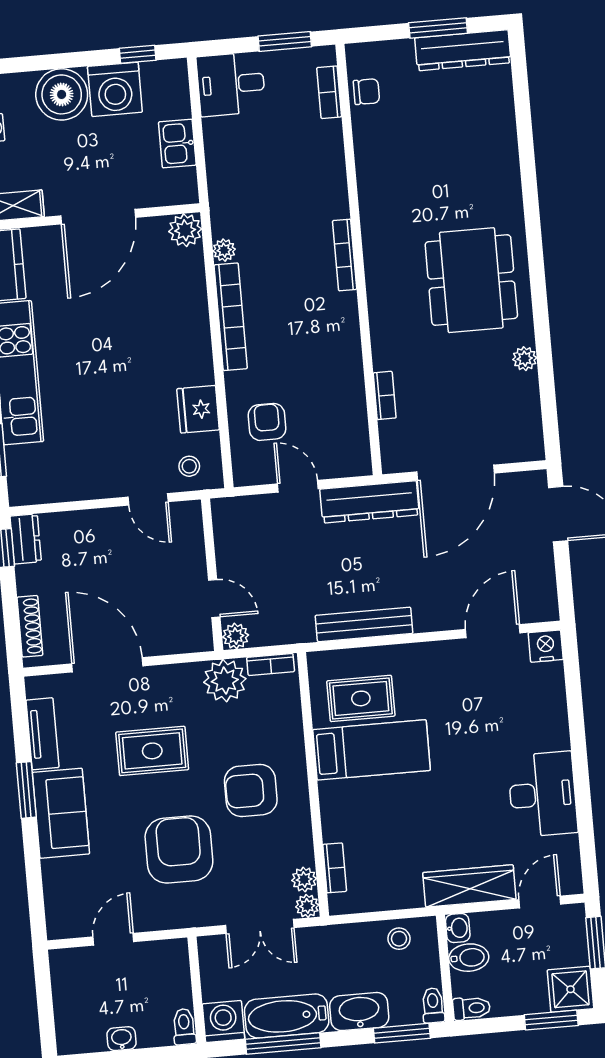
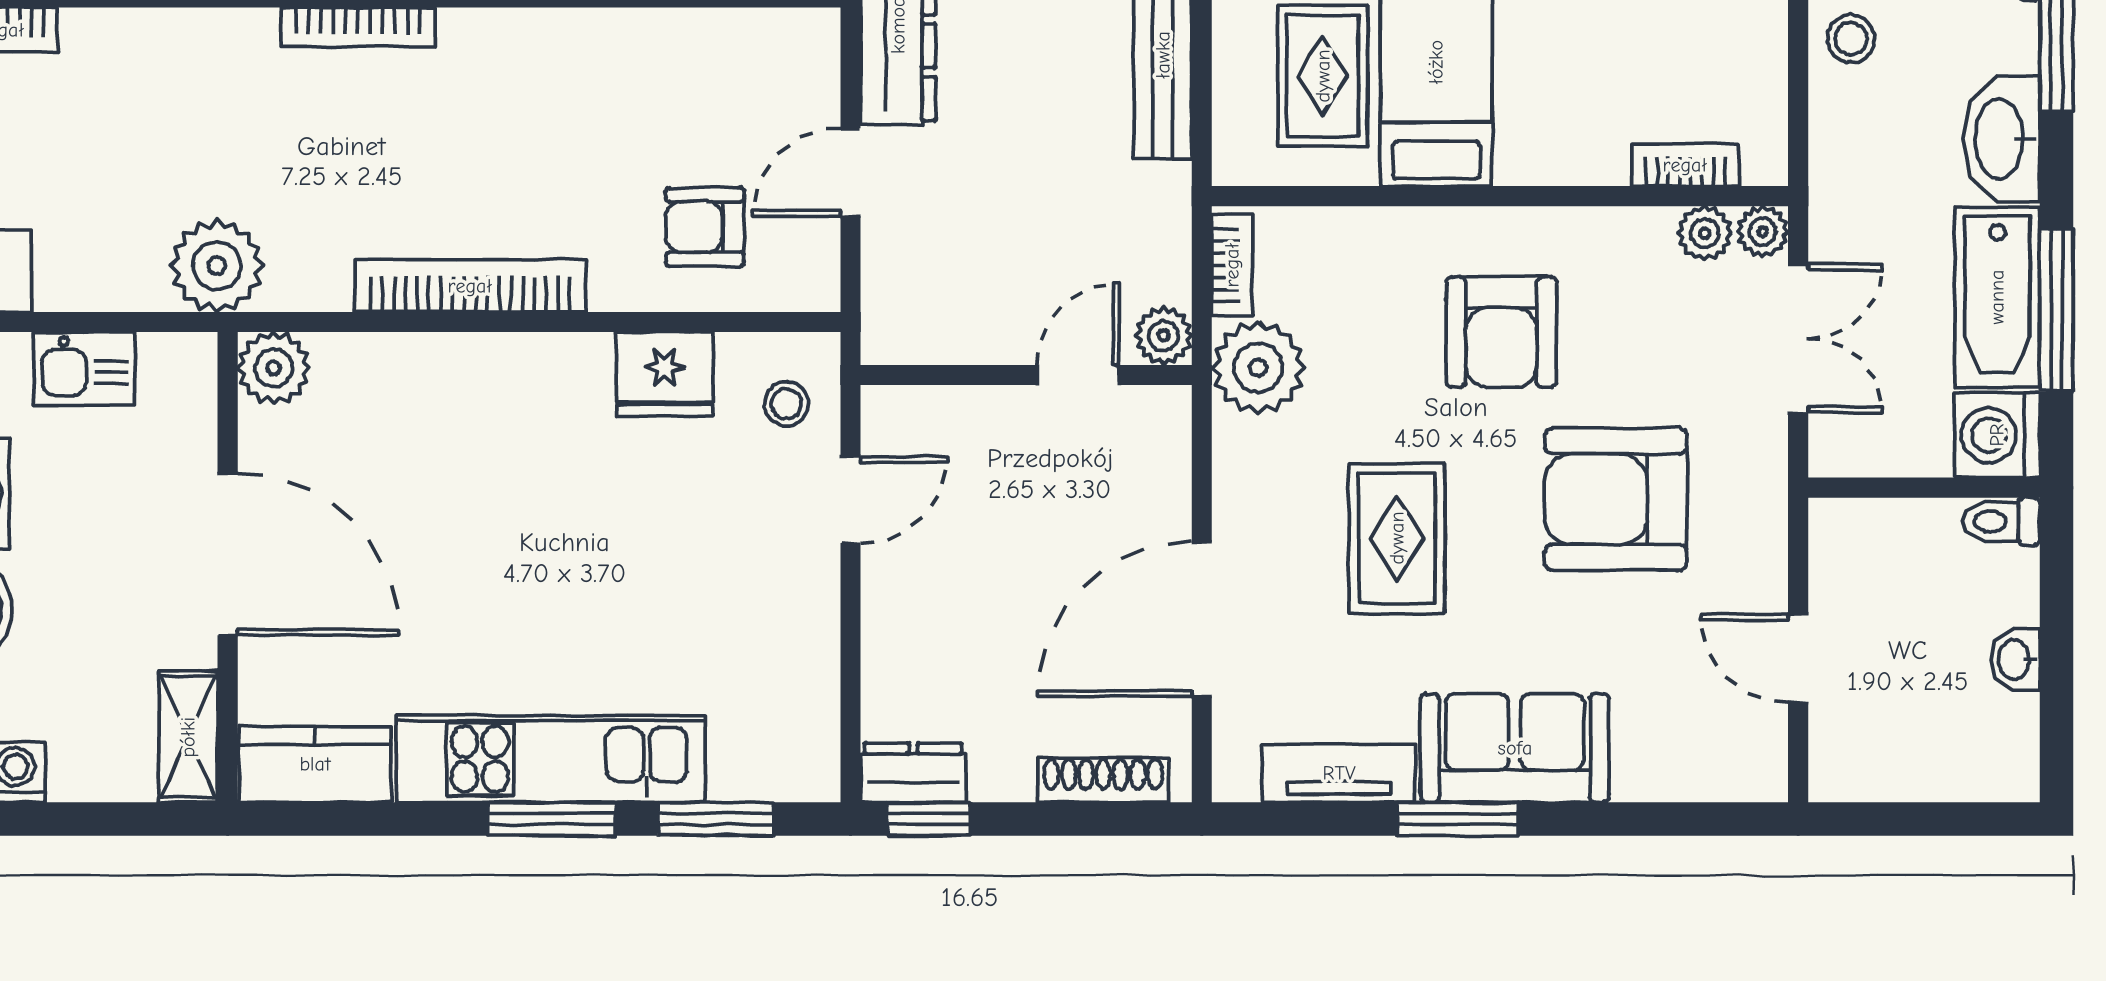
plant: (224, 250) -> (217, 266), moved, width x1.88, depth x1.88

